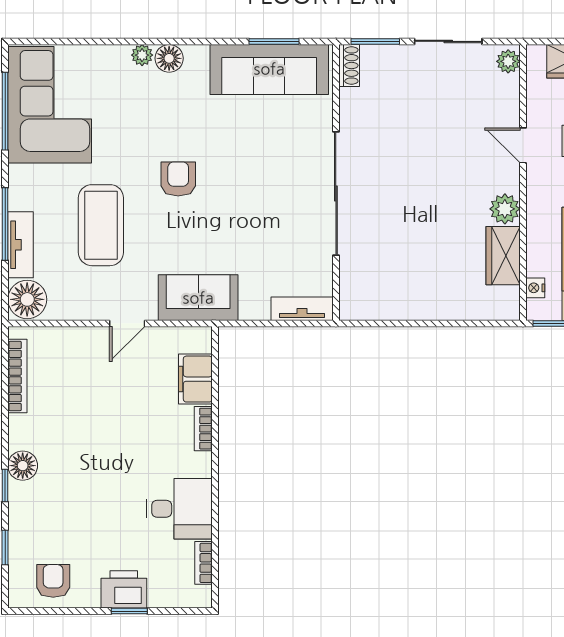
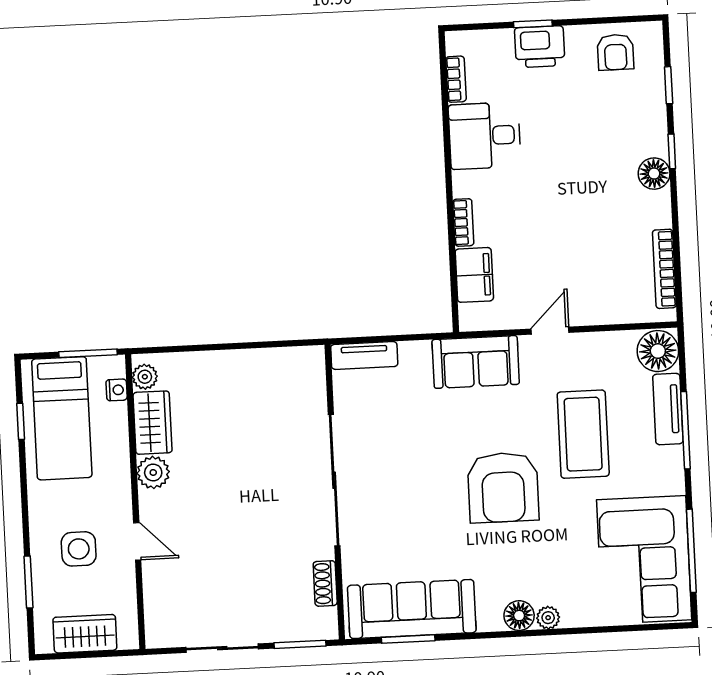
plant: (508, 61) -> (145, 377), moved
shoe rack: (349, 65) -> (325, 583), moved
armchair: (178, 179) -> (503, 487), width x1.88, depth x1.88

